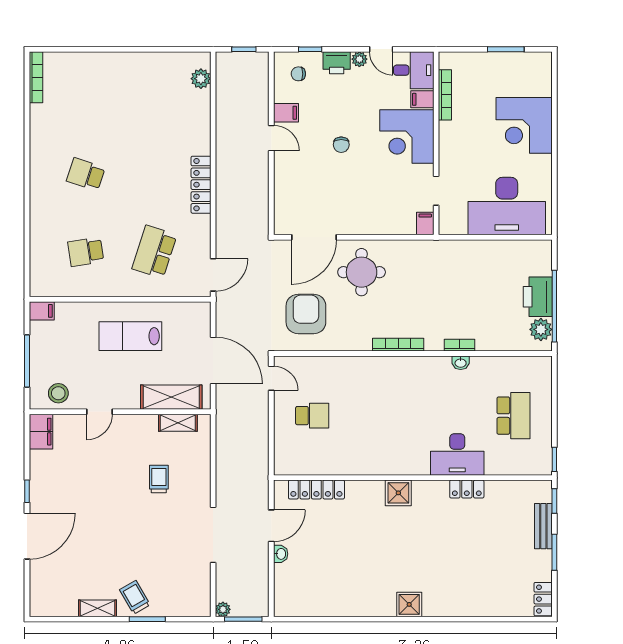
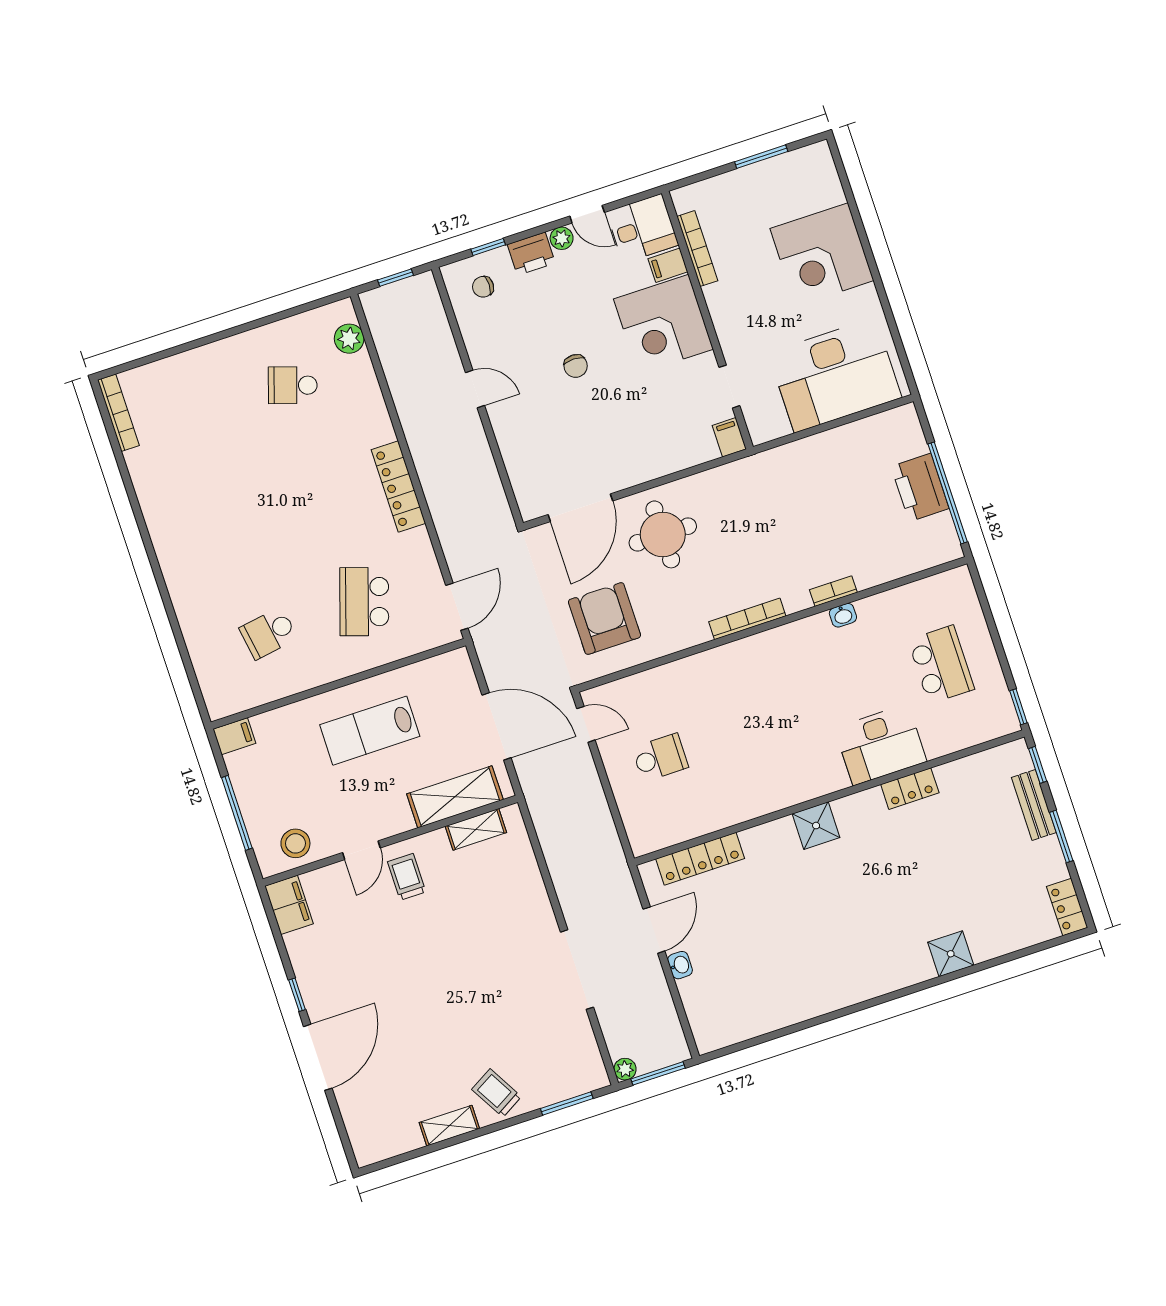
filing cabinet: (286, 113) -> (484, 347), removed
school desk: (86, 174) -> (293, 385), moved
plant: (541, 329) -> (939, 532), removed
trolley: (159, 479) -> (407, 877), moved
shower: (409, 604) -> (951, 954), moved
window: (147, 619) -> (567, 1104), moved

